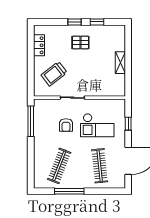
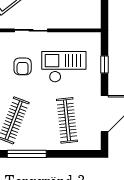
checkout: (97, 125) -> (64, 67), turned 180

